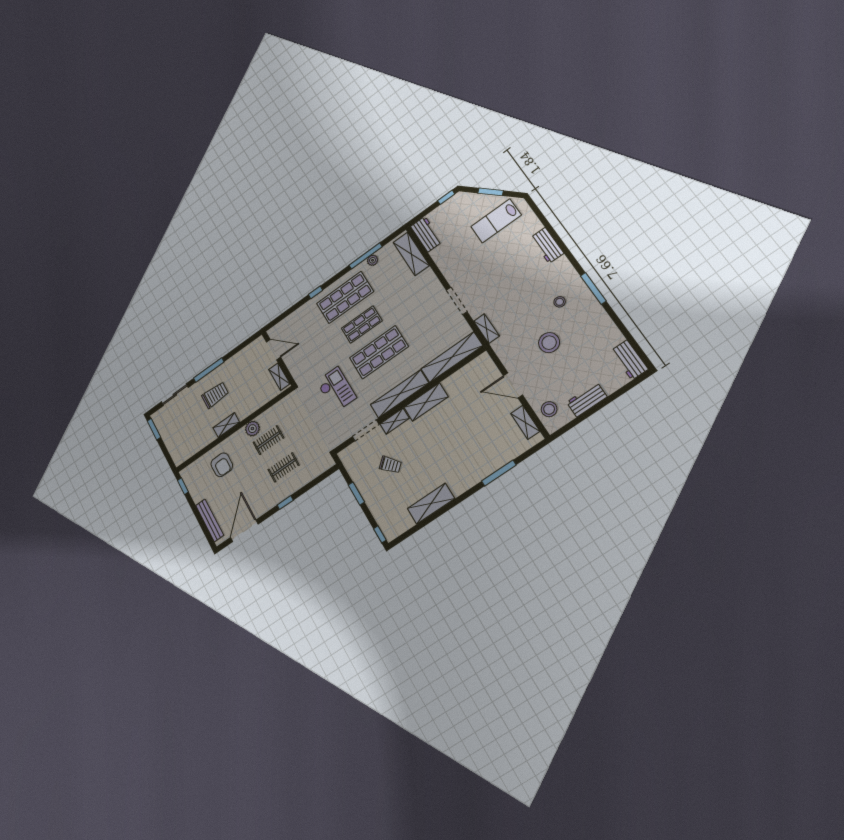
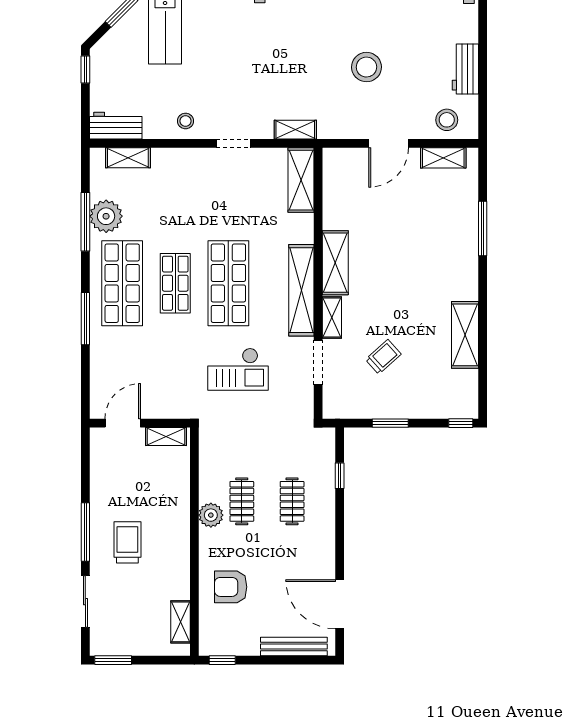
shelving: (411, 254) -> (128, 158), width x0.67, depth x0.75
plant: (373, 260) -> (106, 216), width x1.87, depth x1.87
window: (315, 292) -> (85, 319), width x2.17
doorway: (457, 301) -> (233, 143), width x0.73
stool: (560, 302) -> (186, 121), moved
shelving: (452, 357) -> (301, 180), width x0.68
checkout: (336, 390) -> (238, 369), turned 180
shelving: (226, 425) -> (180, 622), moved
armchair: (222, 465) -> (231, 587), turned 180
window: (285, 503) -> (340, 476), moved

